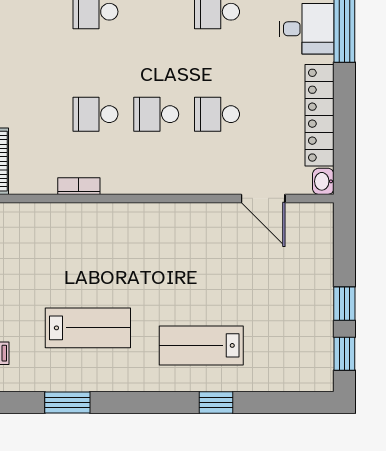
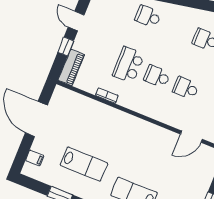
school desk: (95, 114) -> (128, 65), width x1.85
door: (263, 198) -> (191, 137), hinge flipped

